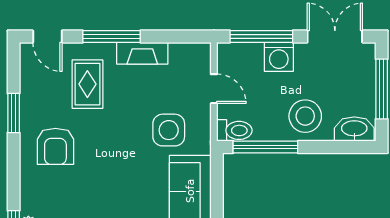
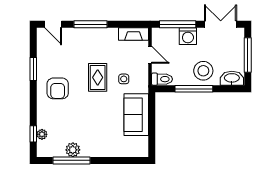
fireplace: (142, 53) -> (134, 34), moved
rug: (87, 84) -> (98, 77), moved
side table: (169, 130) -> (124, 79), width x0.54, depth x0.54
window: (265, 147) -> (194, 89), moved

